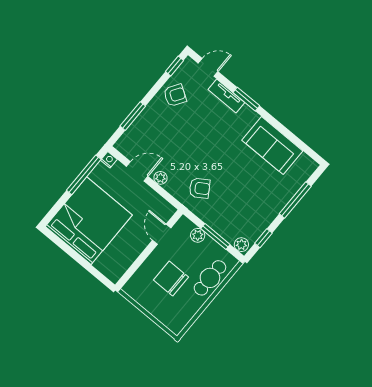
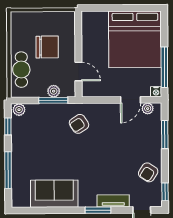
plant: (160, 178) -> (148, 109), moved
window: (215, 237) -> (53, 100), moved

